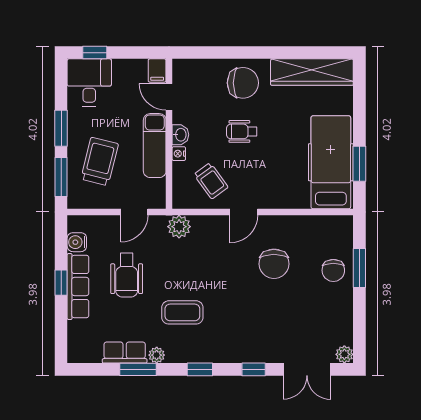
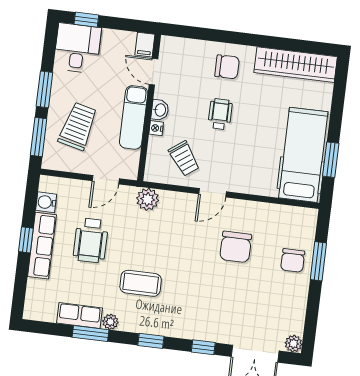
chair: (243, 83) -> (227, 67), width x0.73, depth x0.73
wheelchair: (242, 131) -> (220, 114), turned 90

